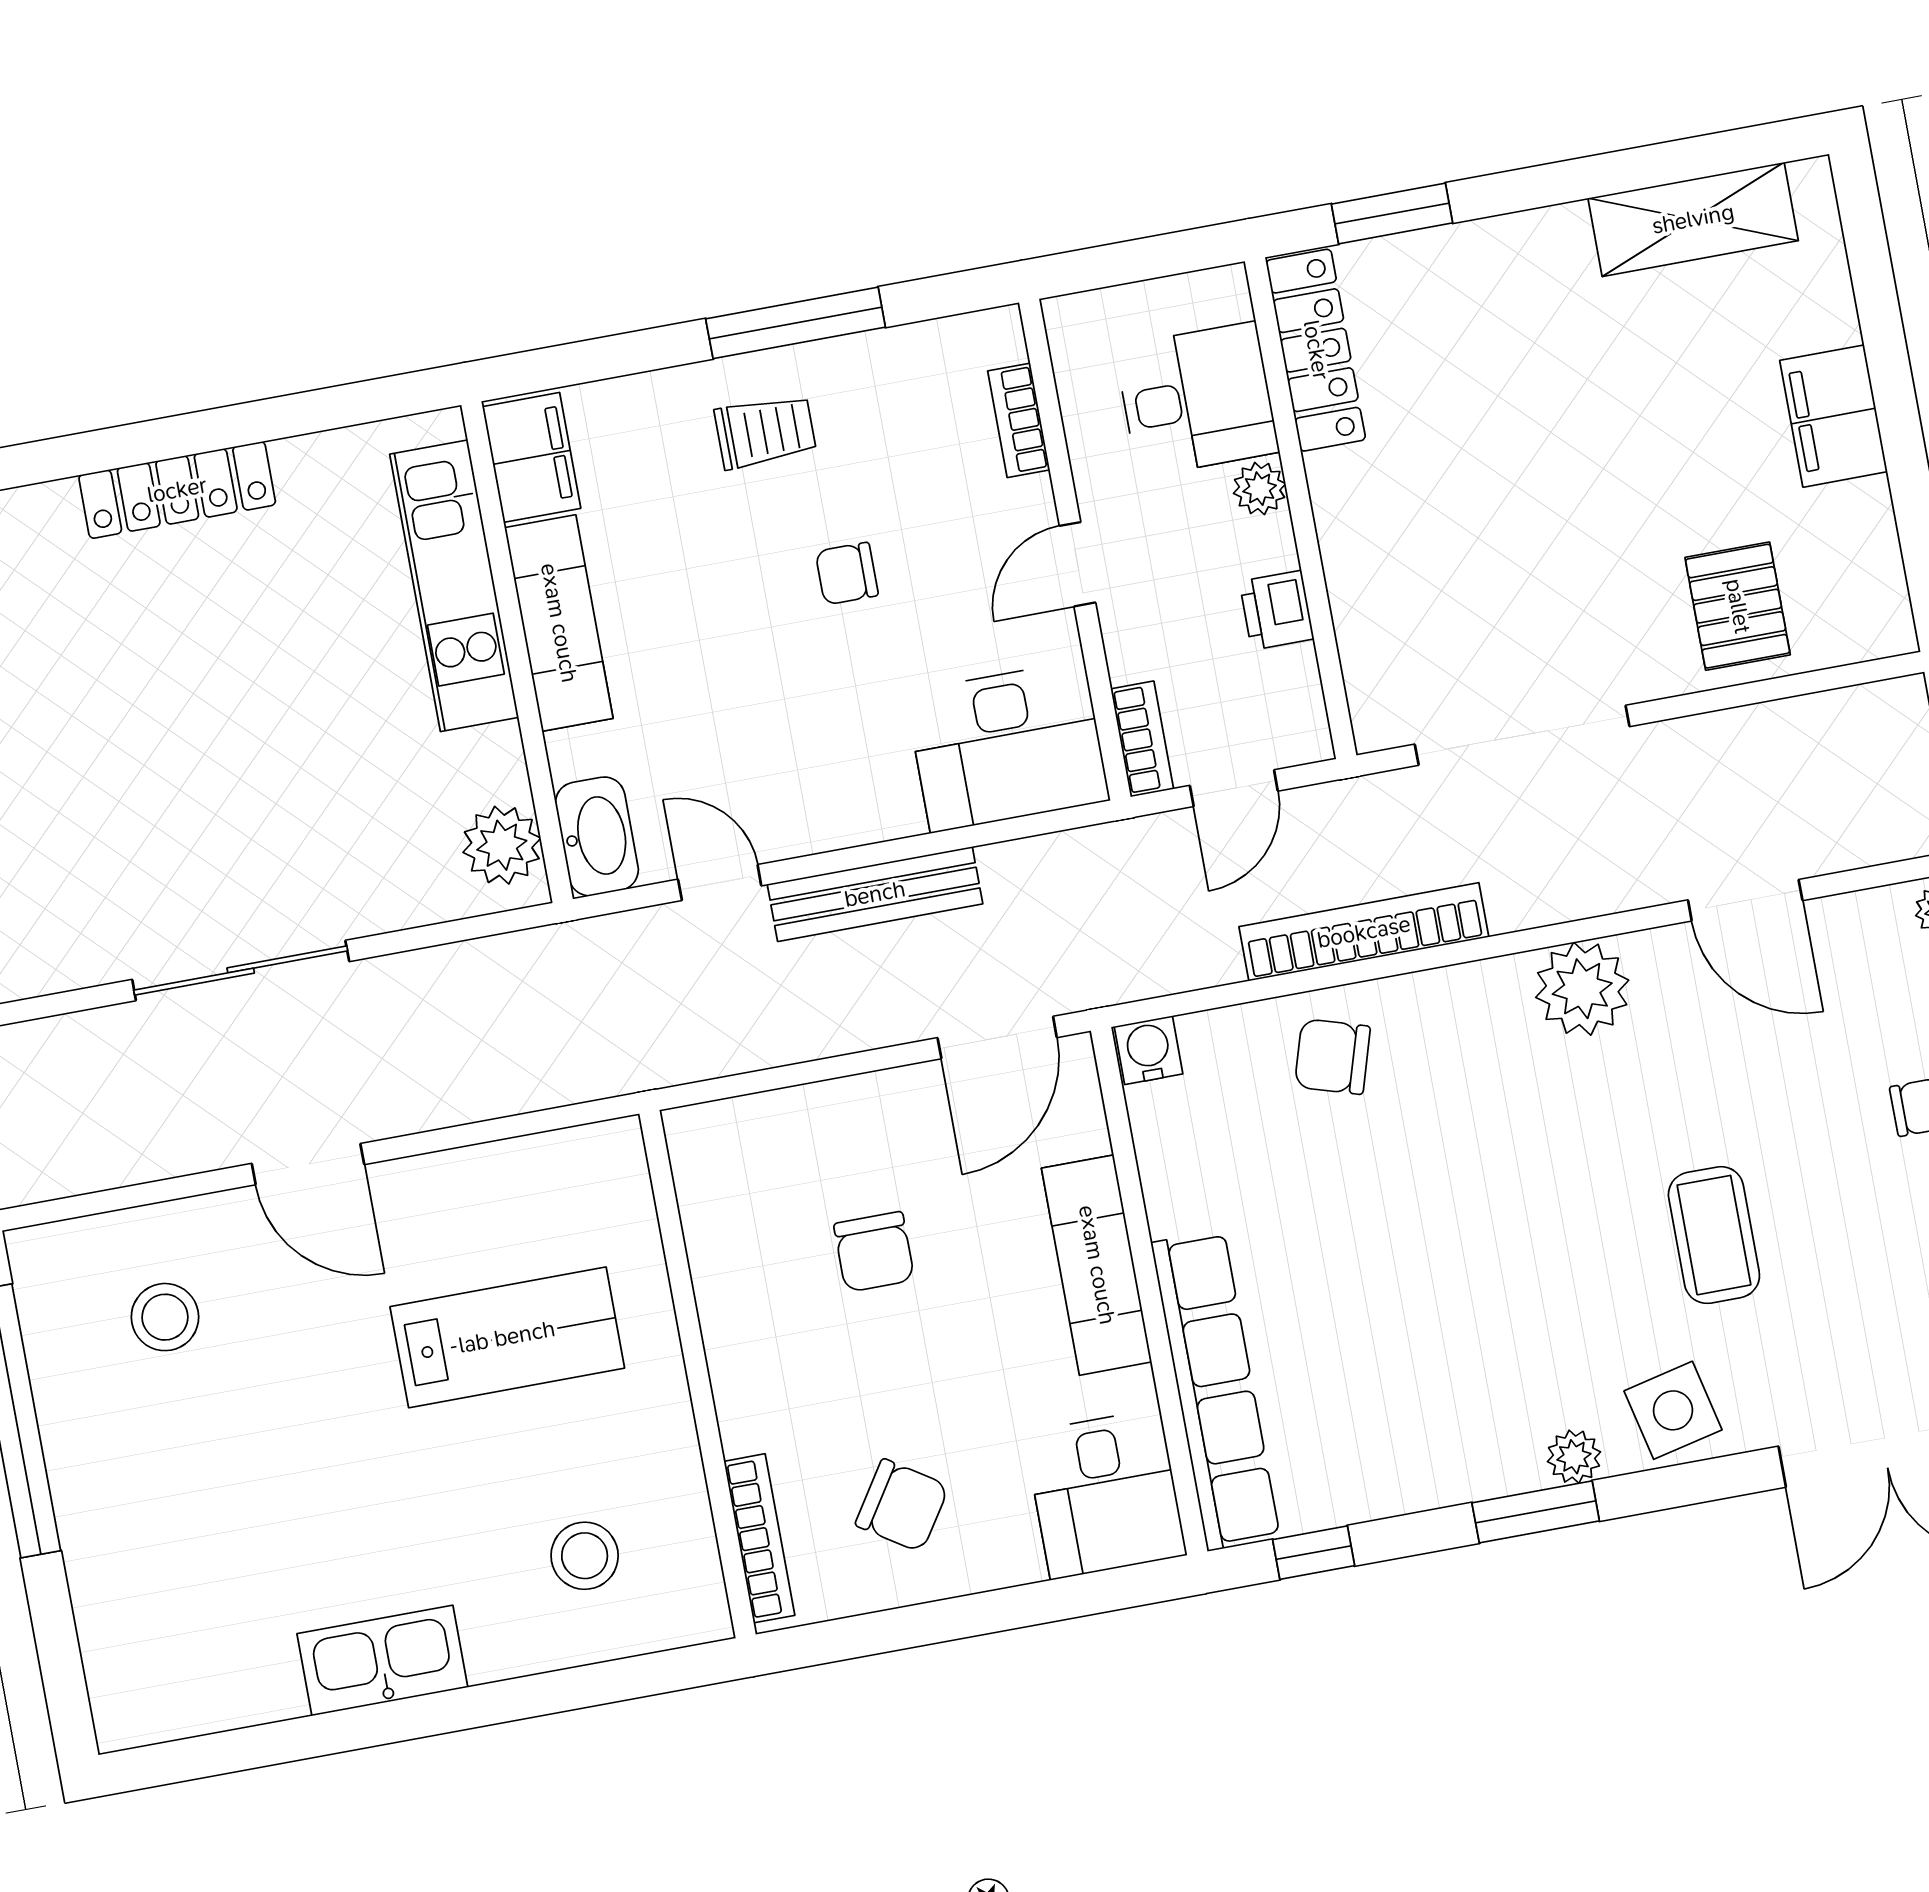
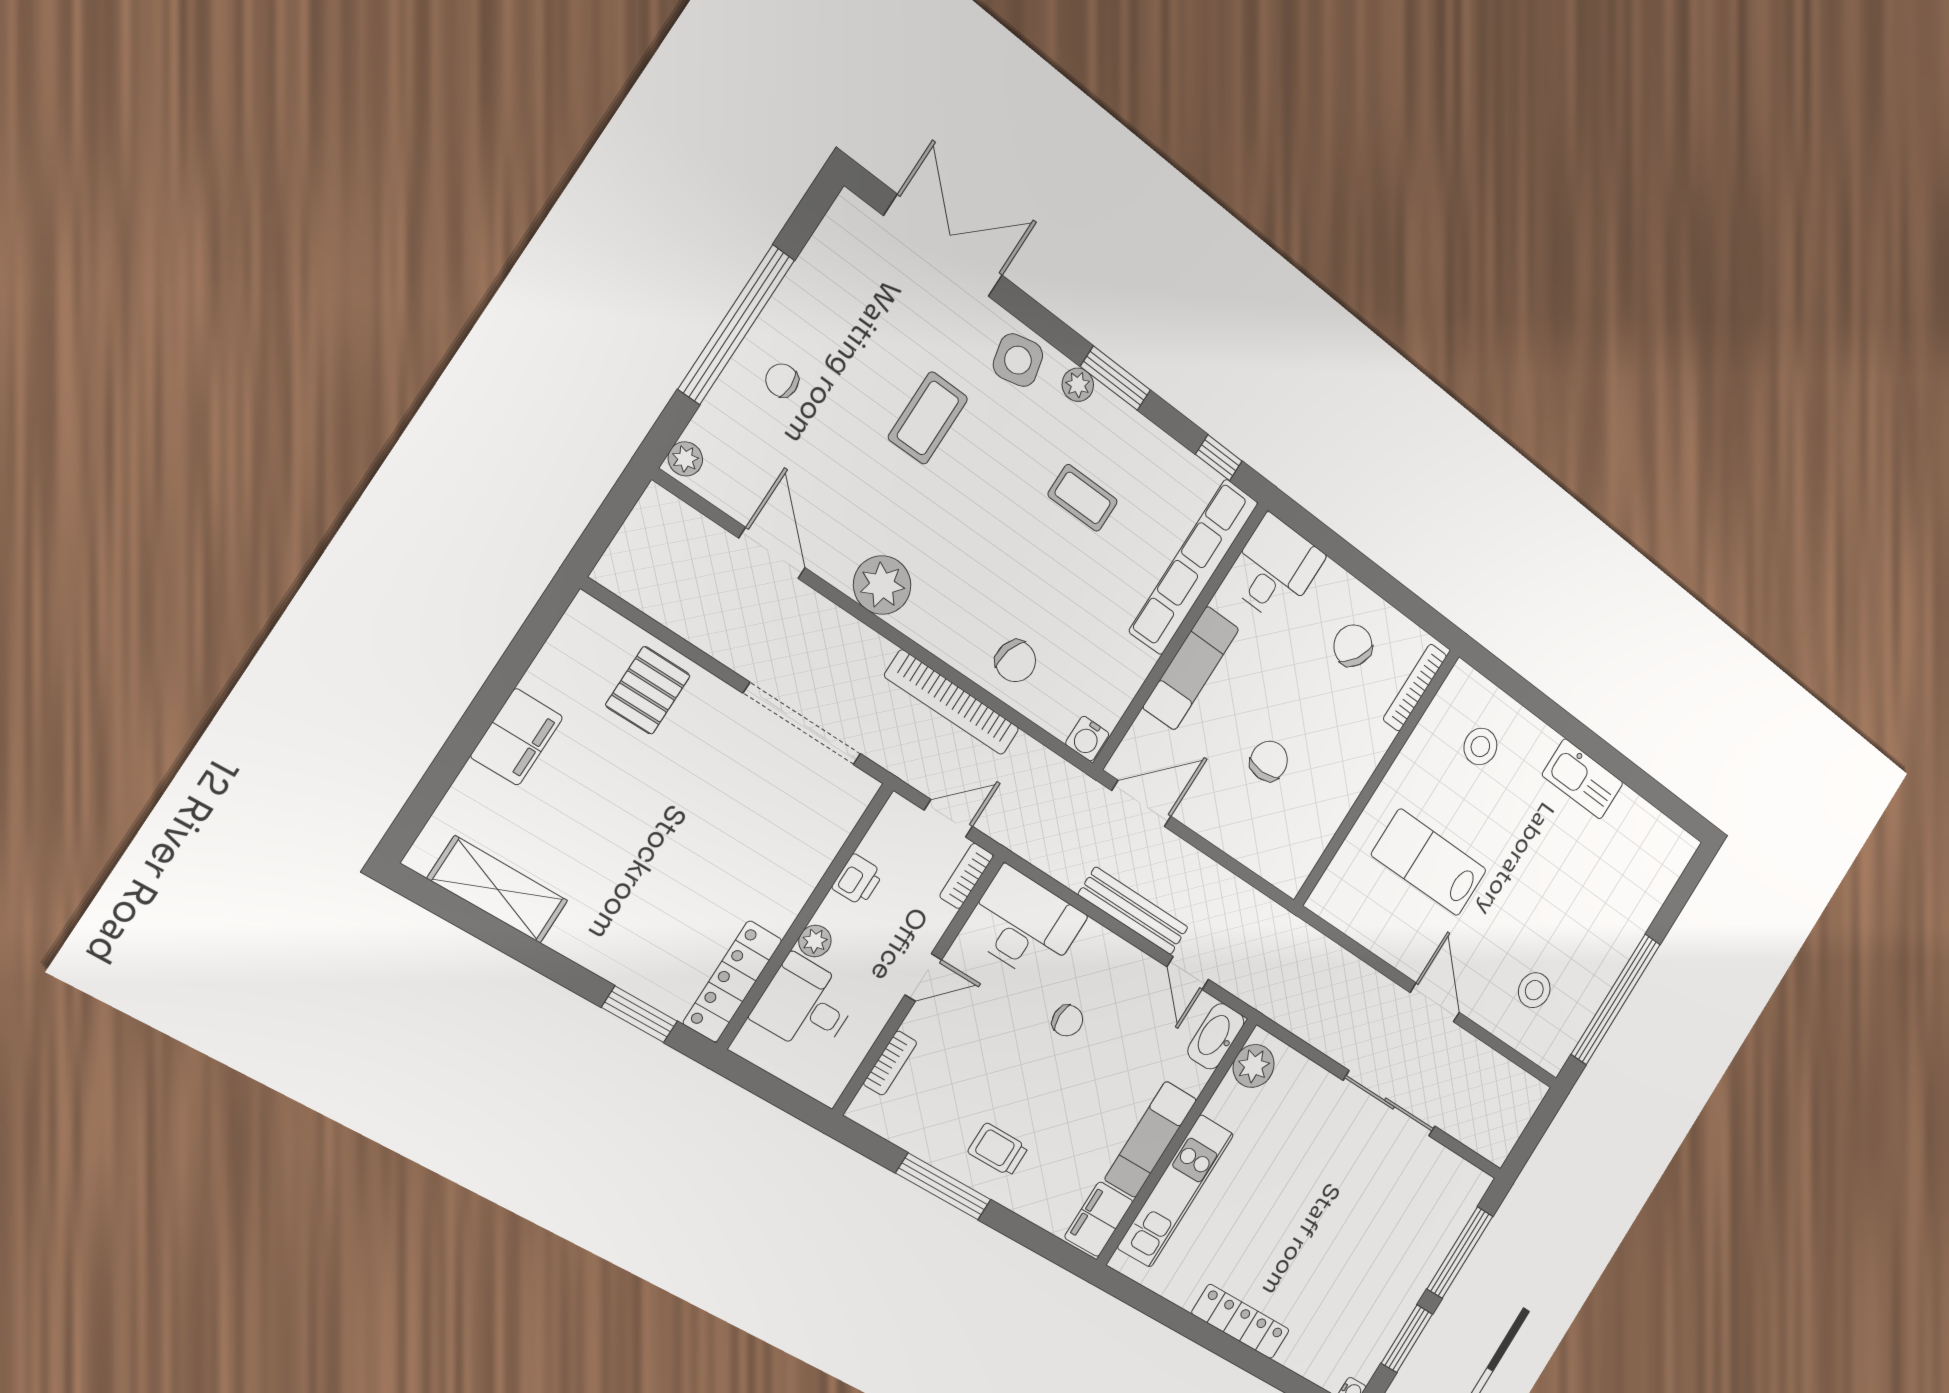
chair: (847, 574) -> (1067, 1021), moved
coffee table: (1438, 1331) -> (1083, 498), added

